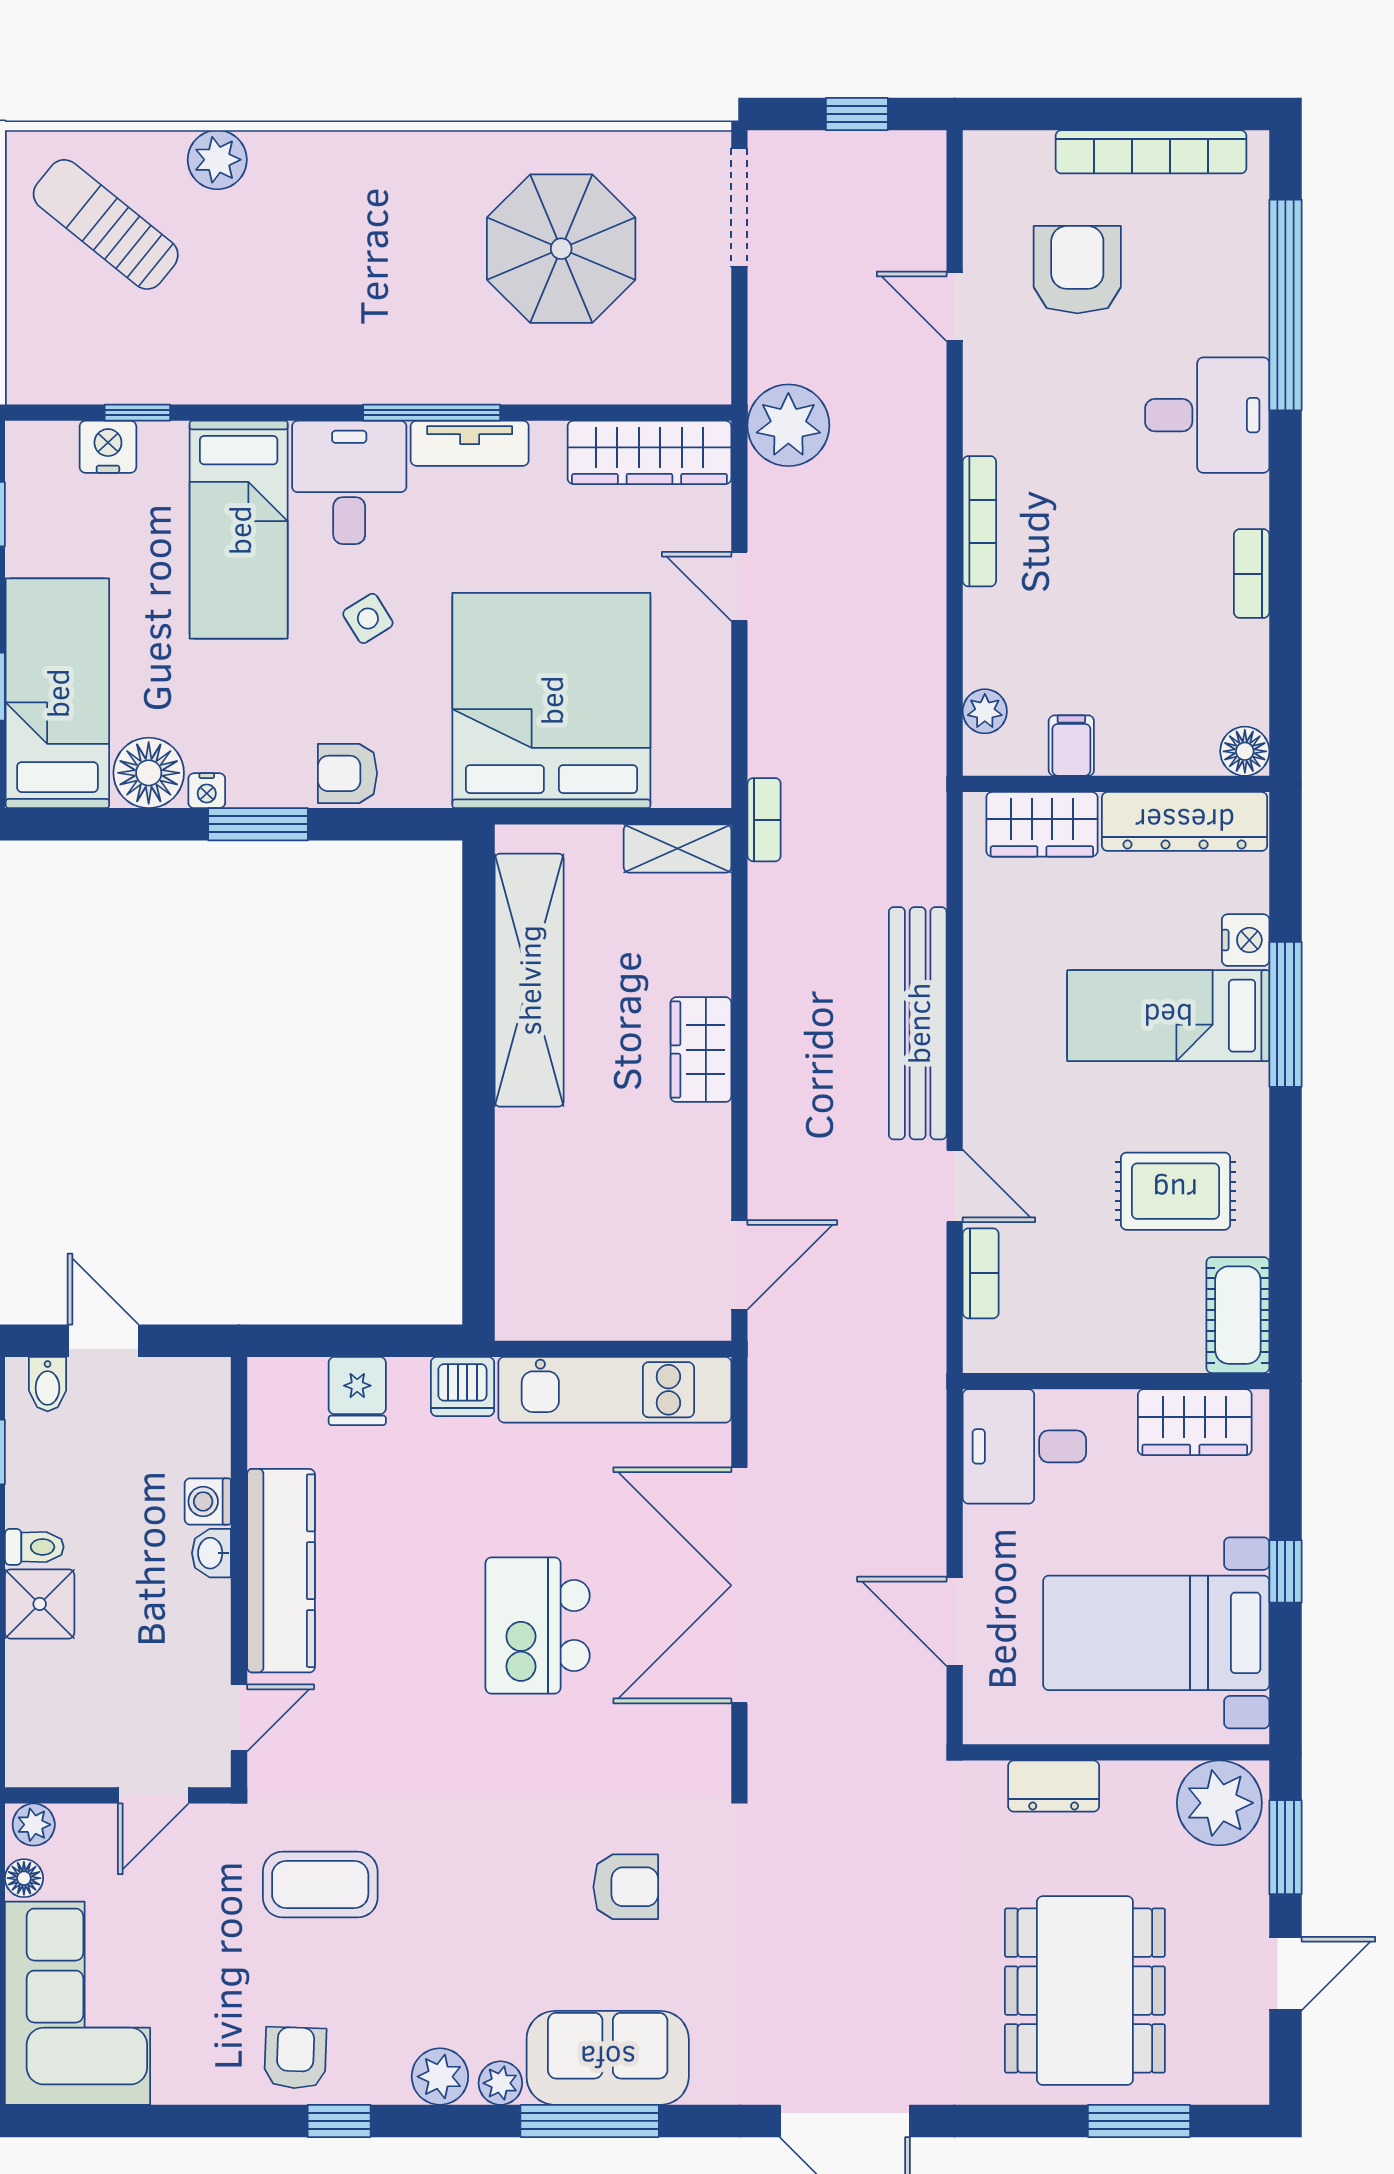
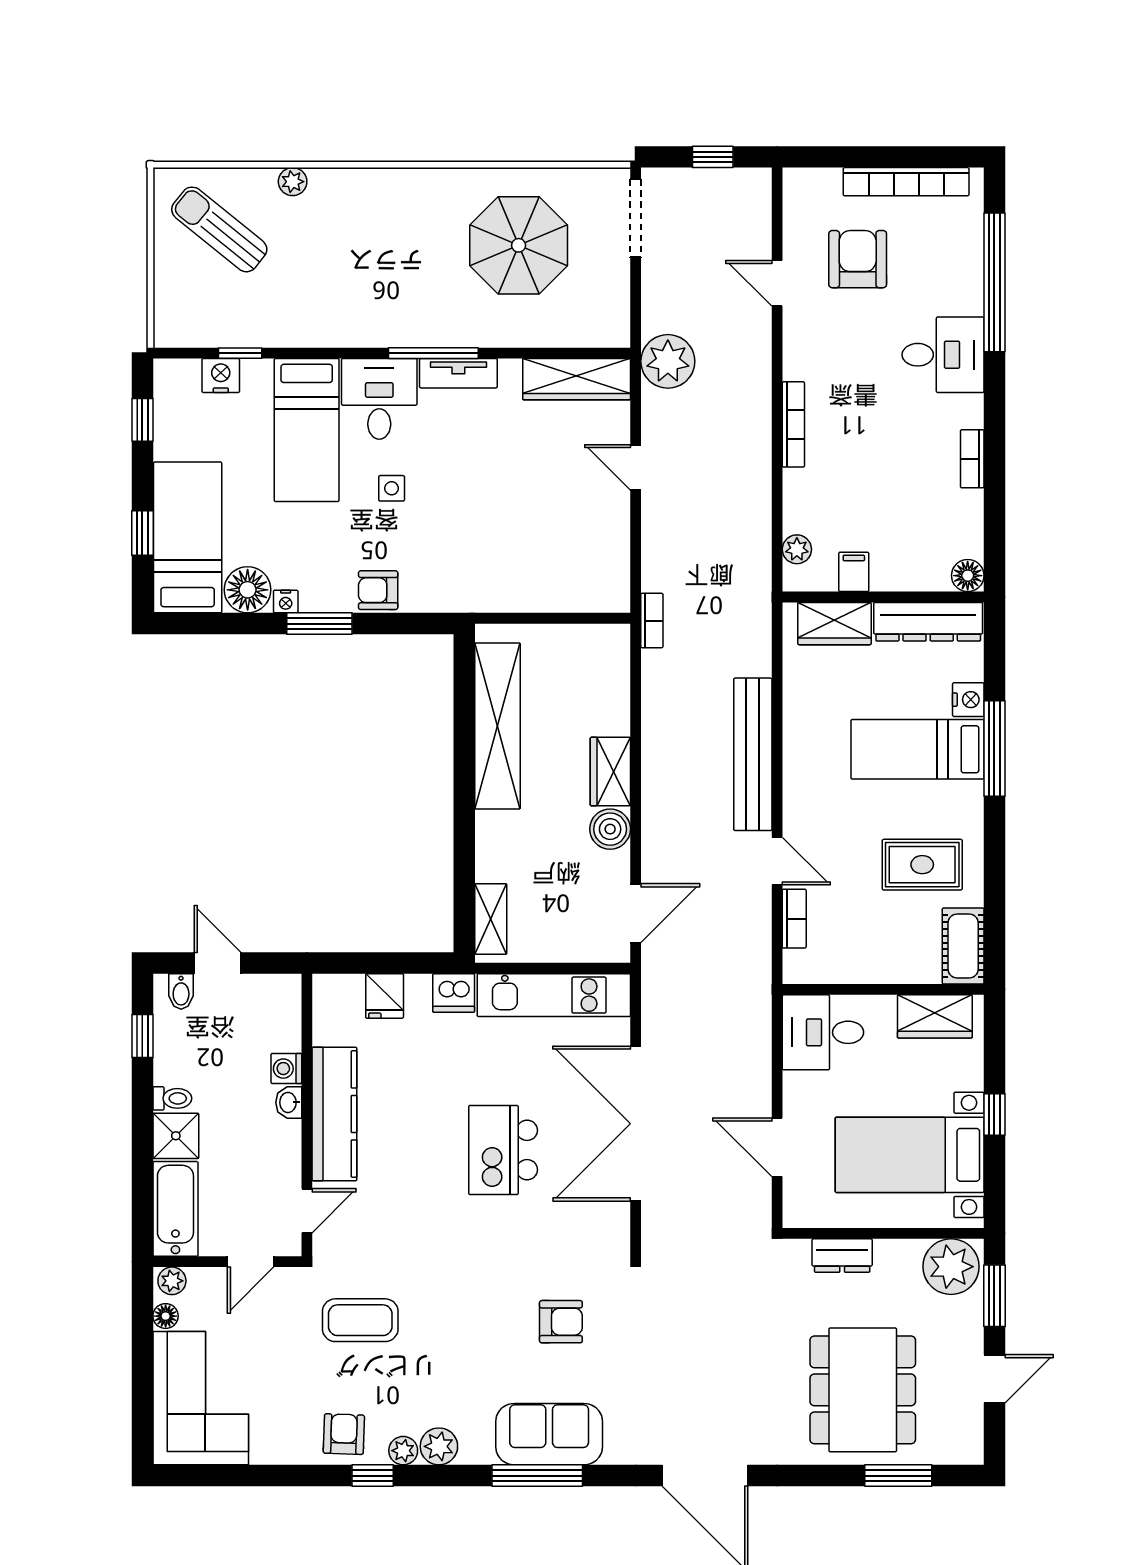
plant: (217, 160) -> (293, 182), width x0.73, depth x0.73
side table: (368, 618) -> (392, 488), turned 32
bed: (551, 700) -> (512, 542), removed
shelving: (678, 848) -> (491, 919), moved, turned 90
boiler: (700, 1137) -> (610, 829), added
bathtub: (39, 1715) -> (175, 1209), added
plant: (500, 2083) -> (403, 1451), moved

